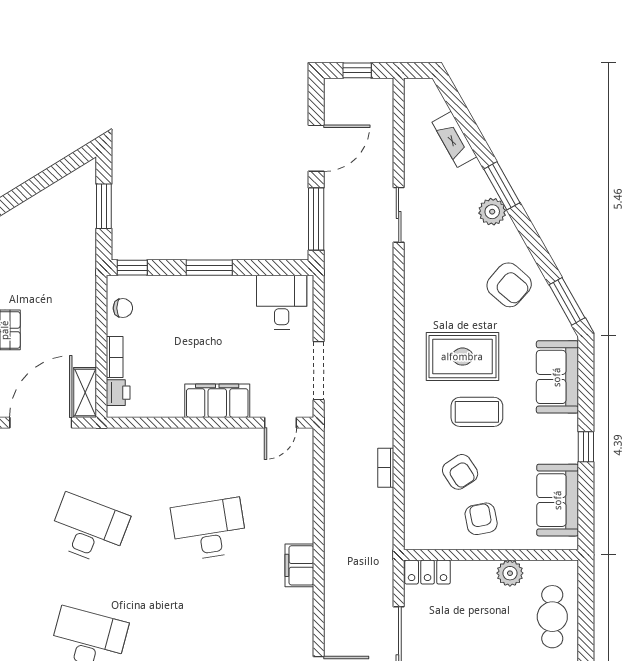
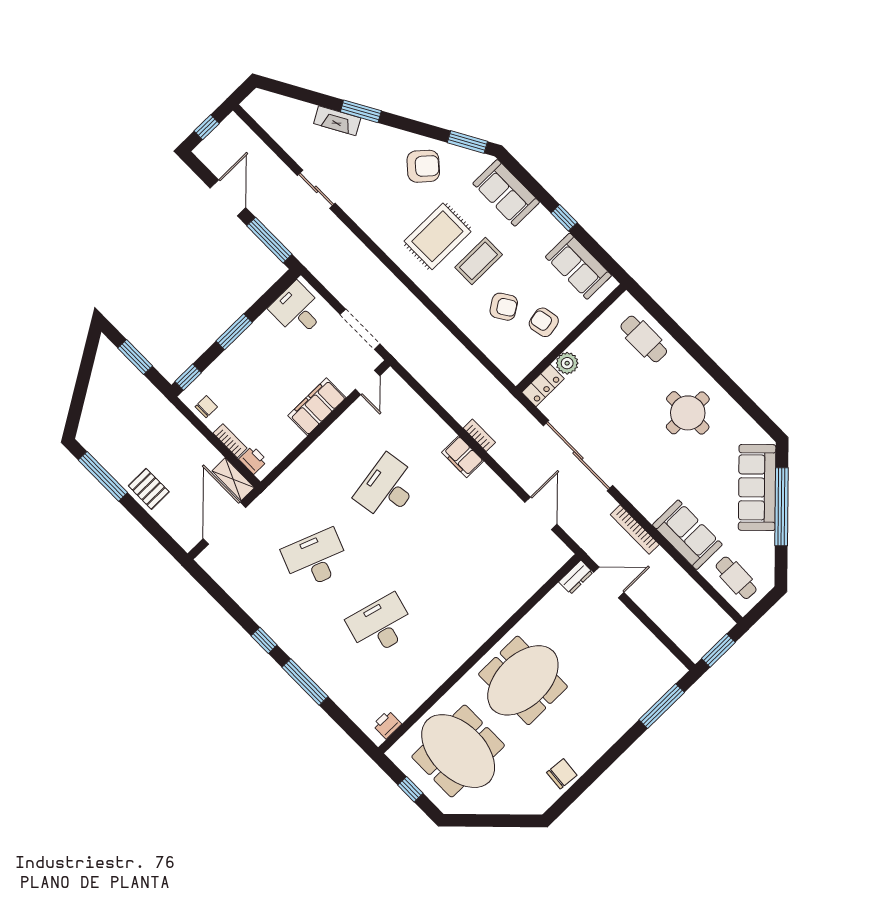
fireplace: (454, 139) -> (337, 121), moved
plant: (492, 212) -> (370, 132), removed
bookcase: (386, 468) -> (479, 435), moved, turned 180
plant: (510, 573) -> (567, 363), moved

